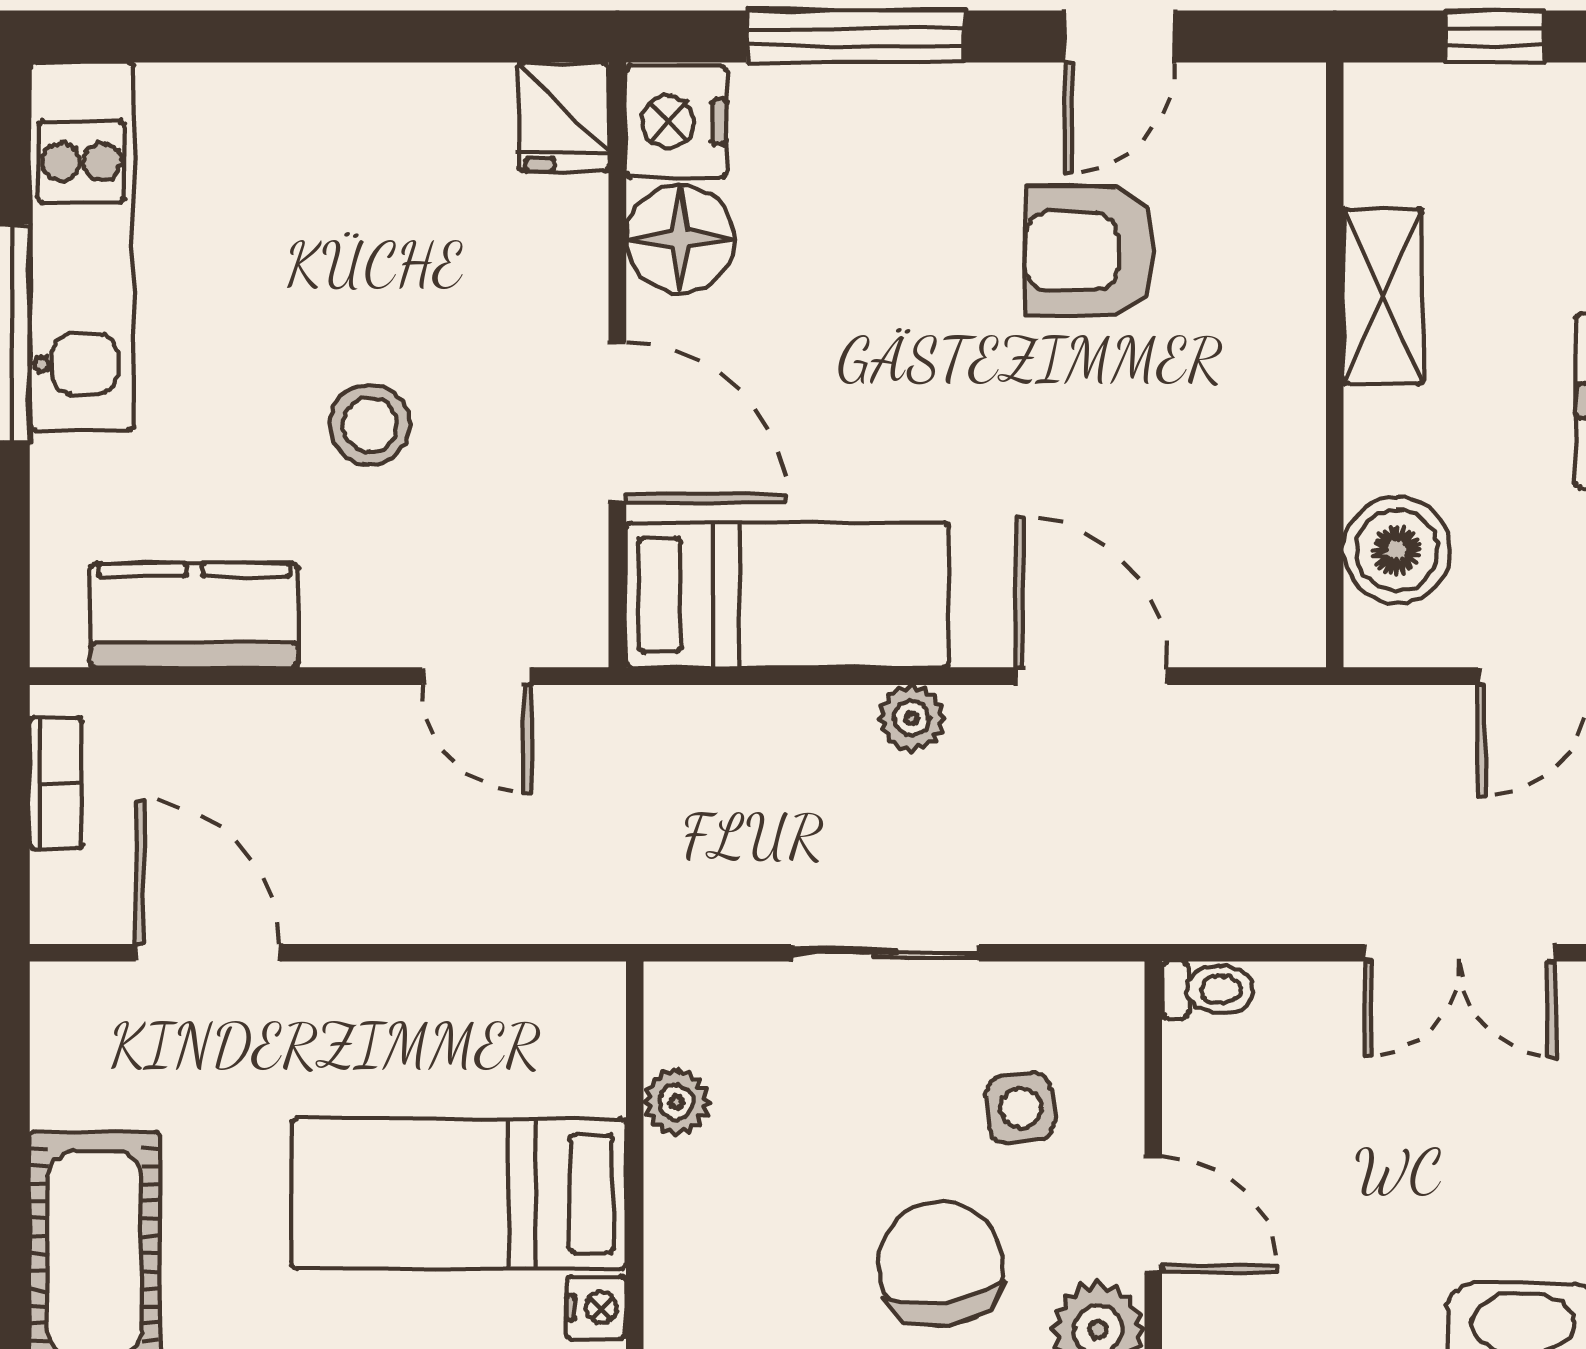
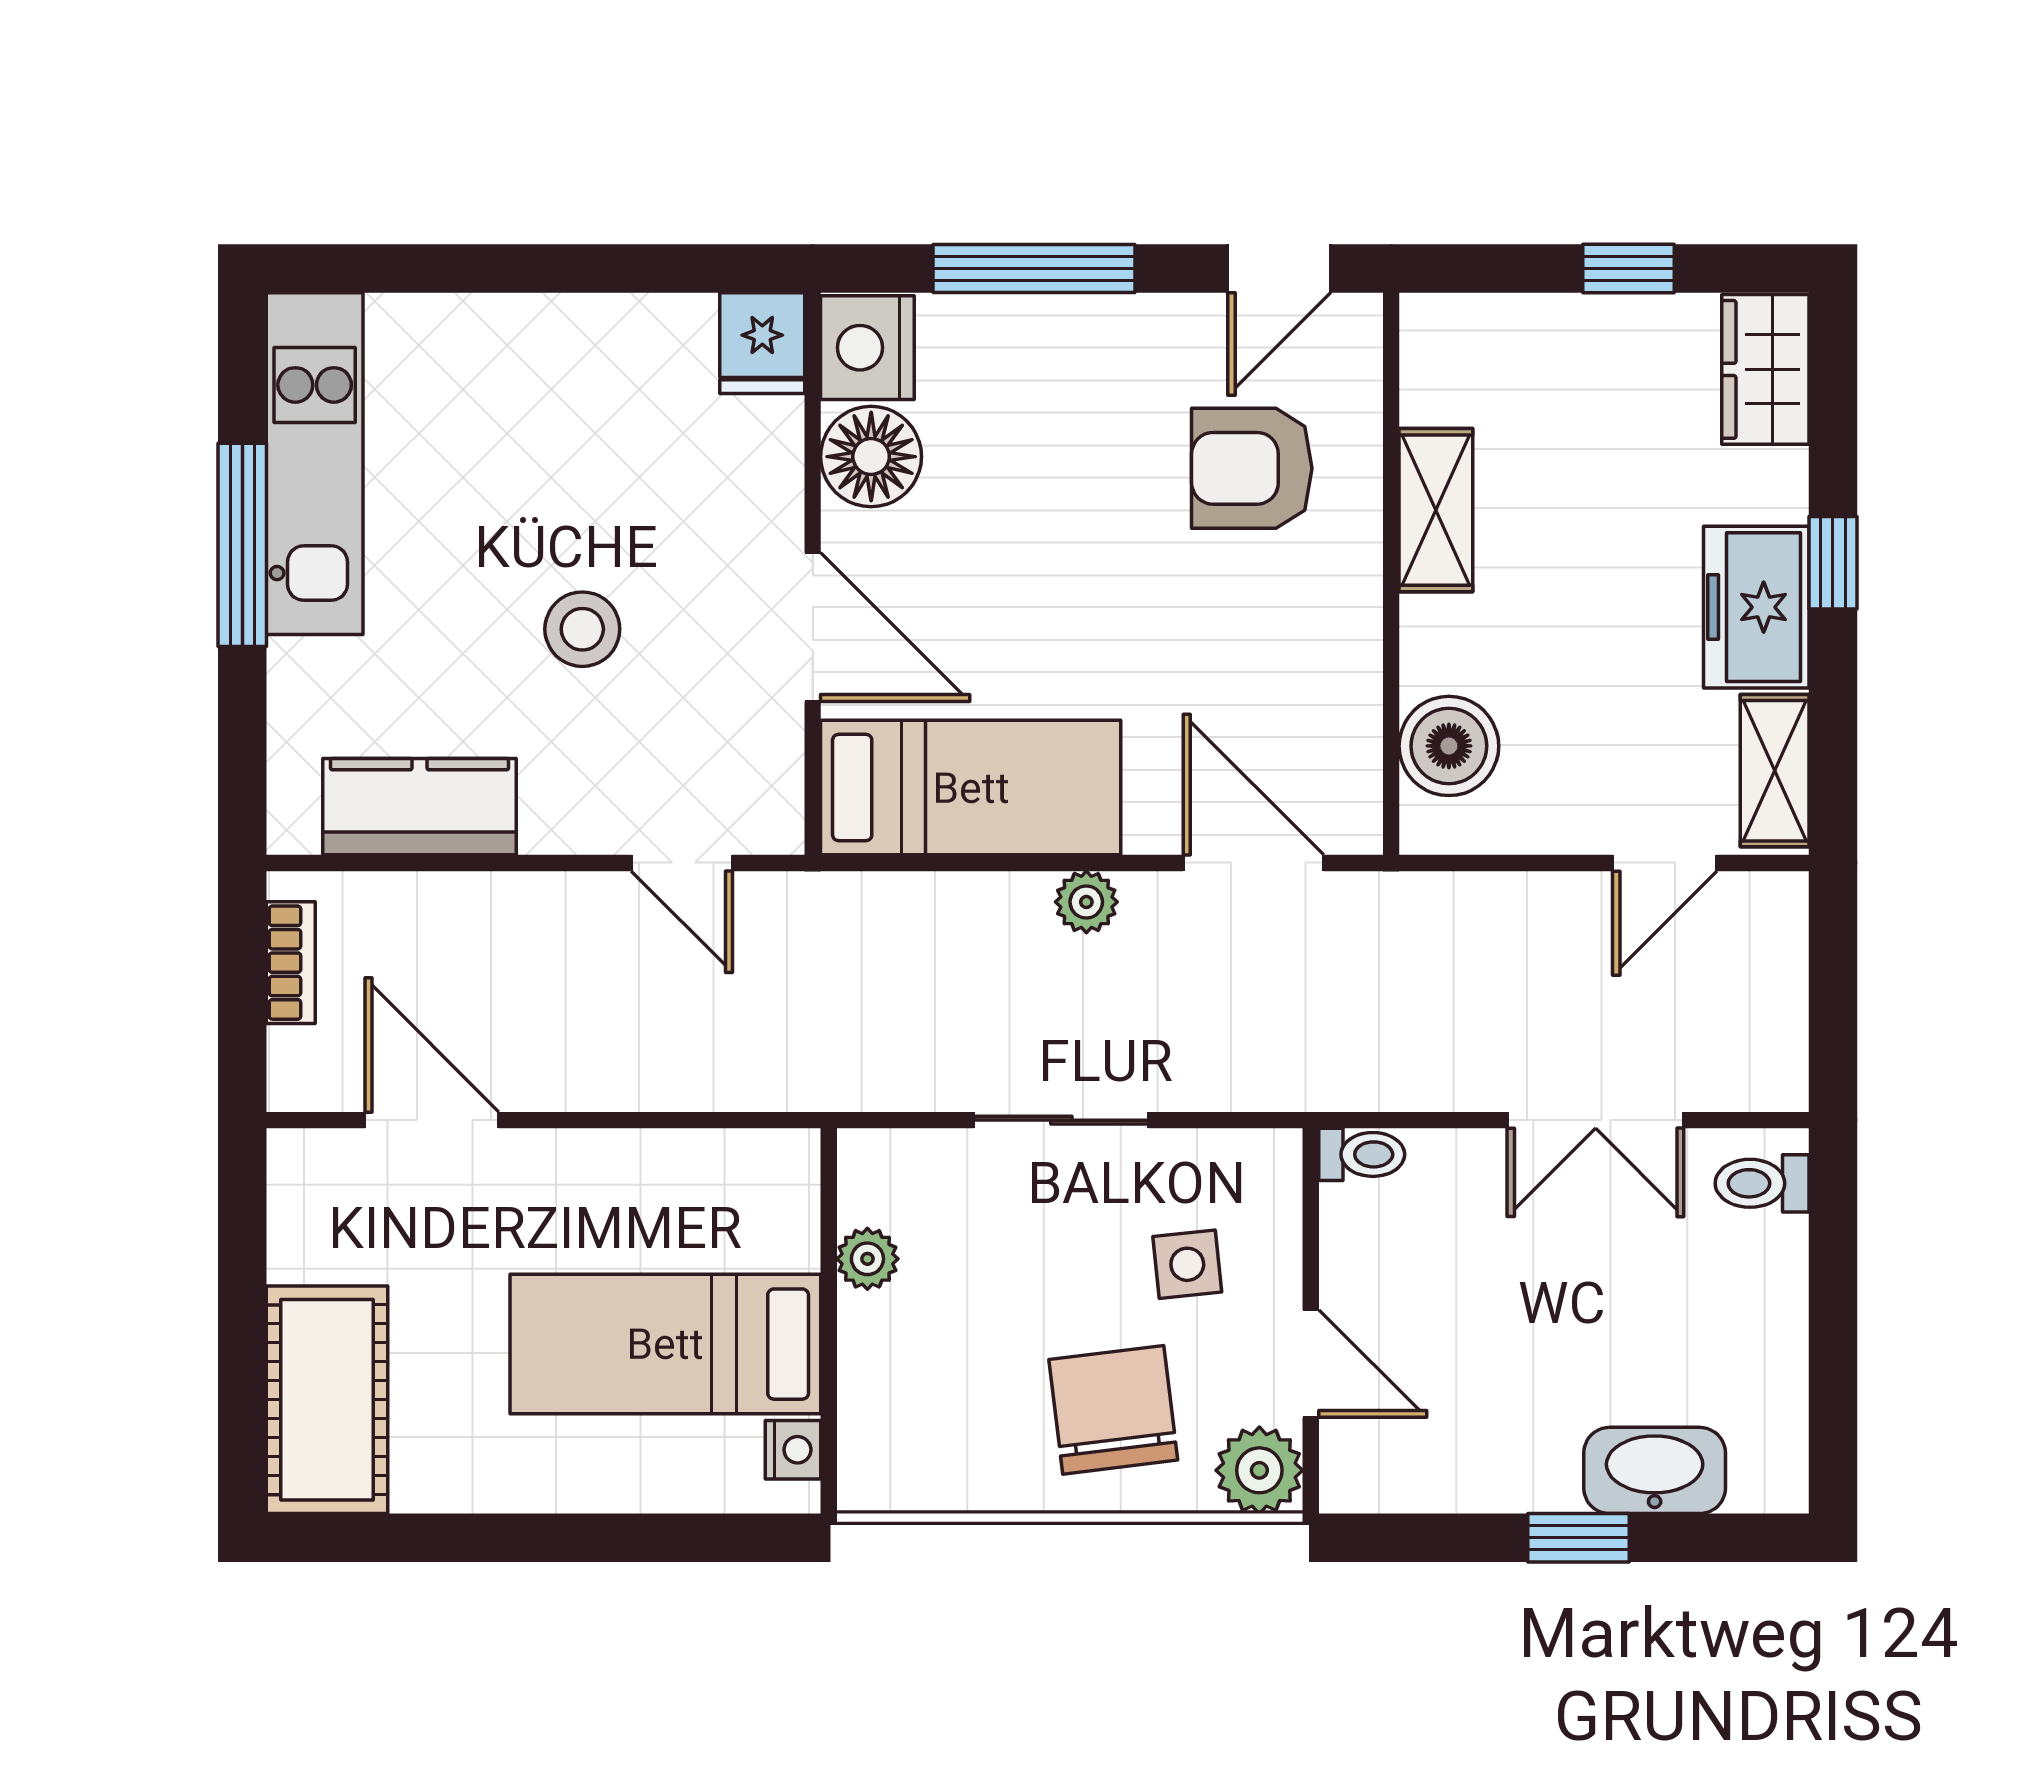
shelving: (1383, 296) -> (1436, 510), moved
wall: (1335, 365) -> (1391, 574), moved
boiler: (1397, 550) -> (1449, 746), moved

